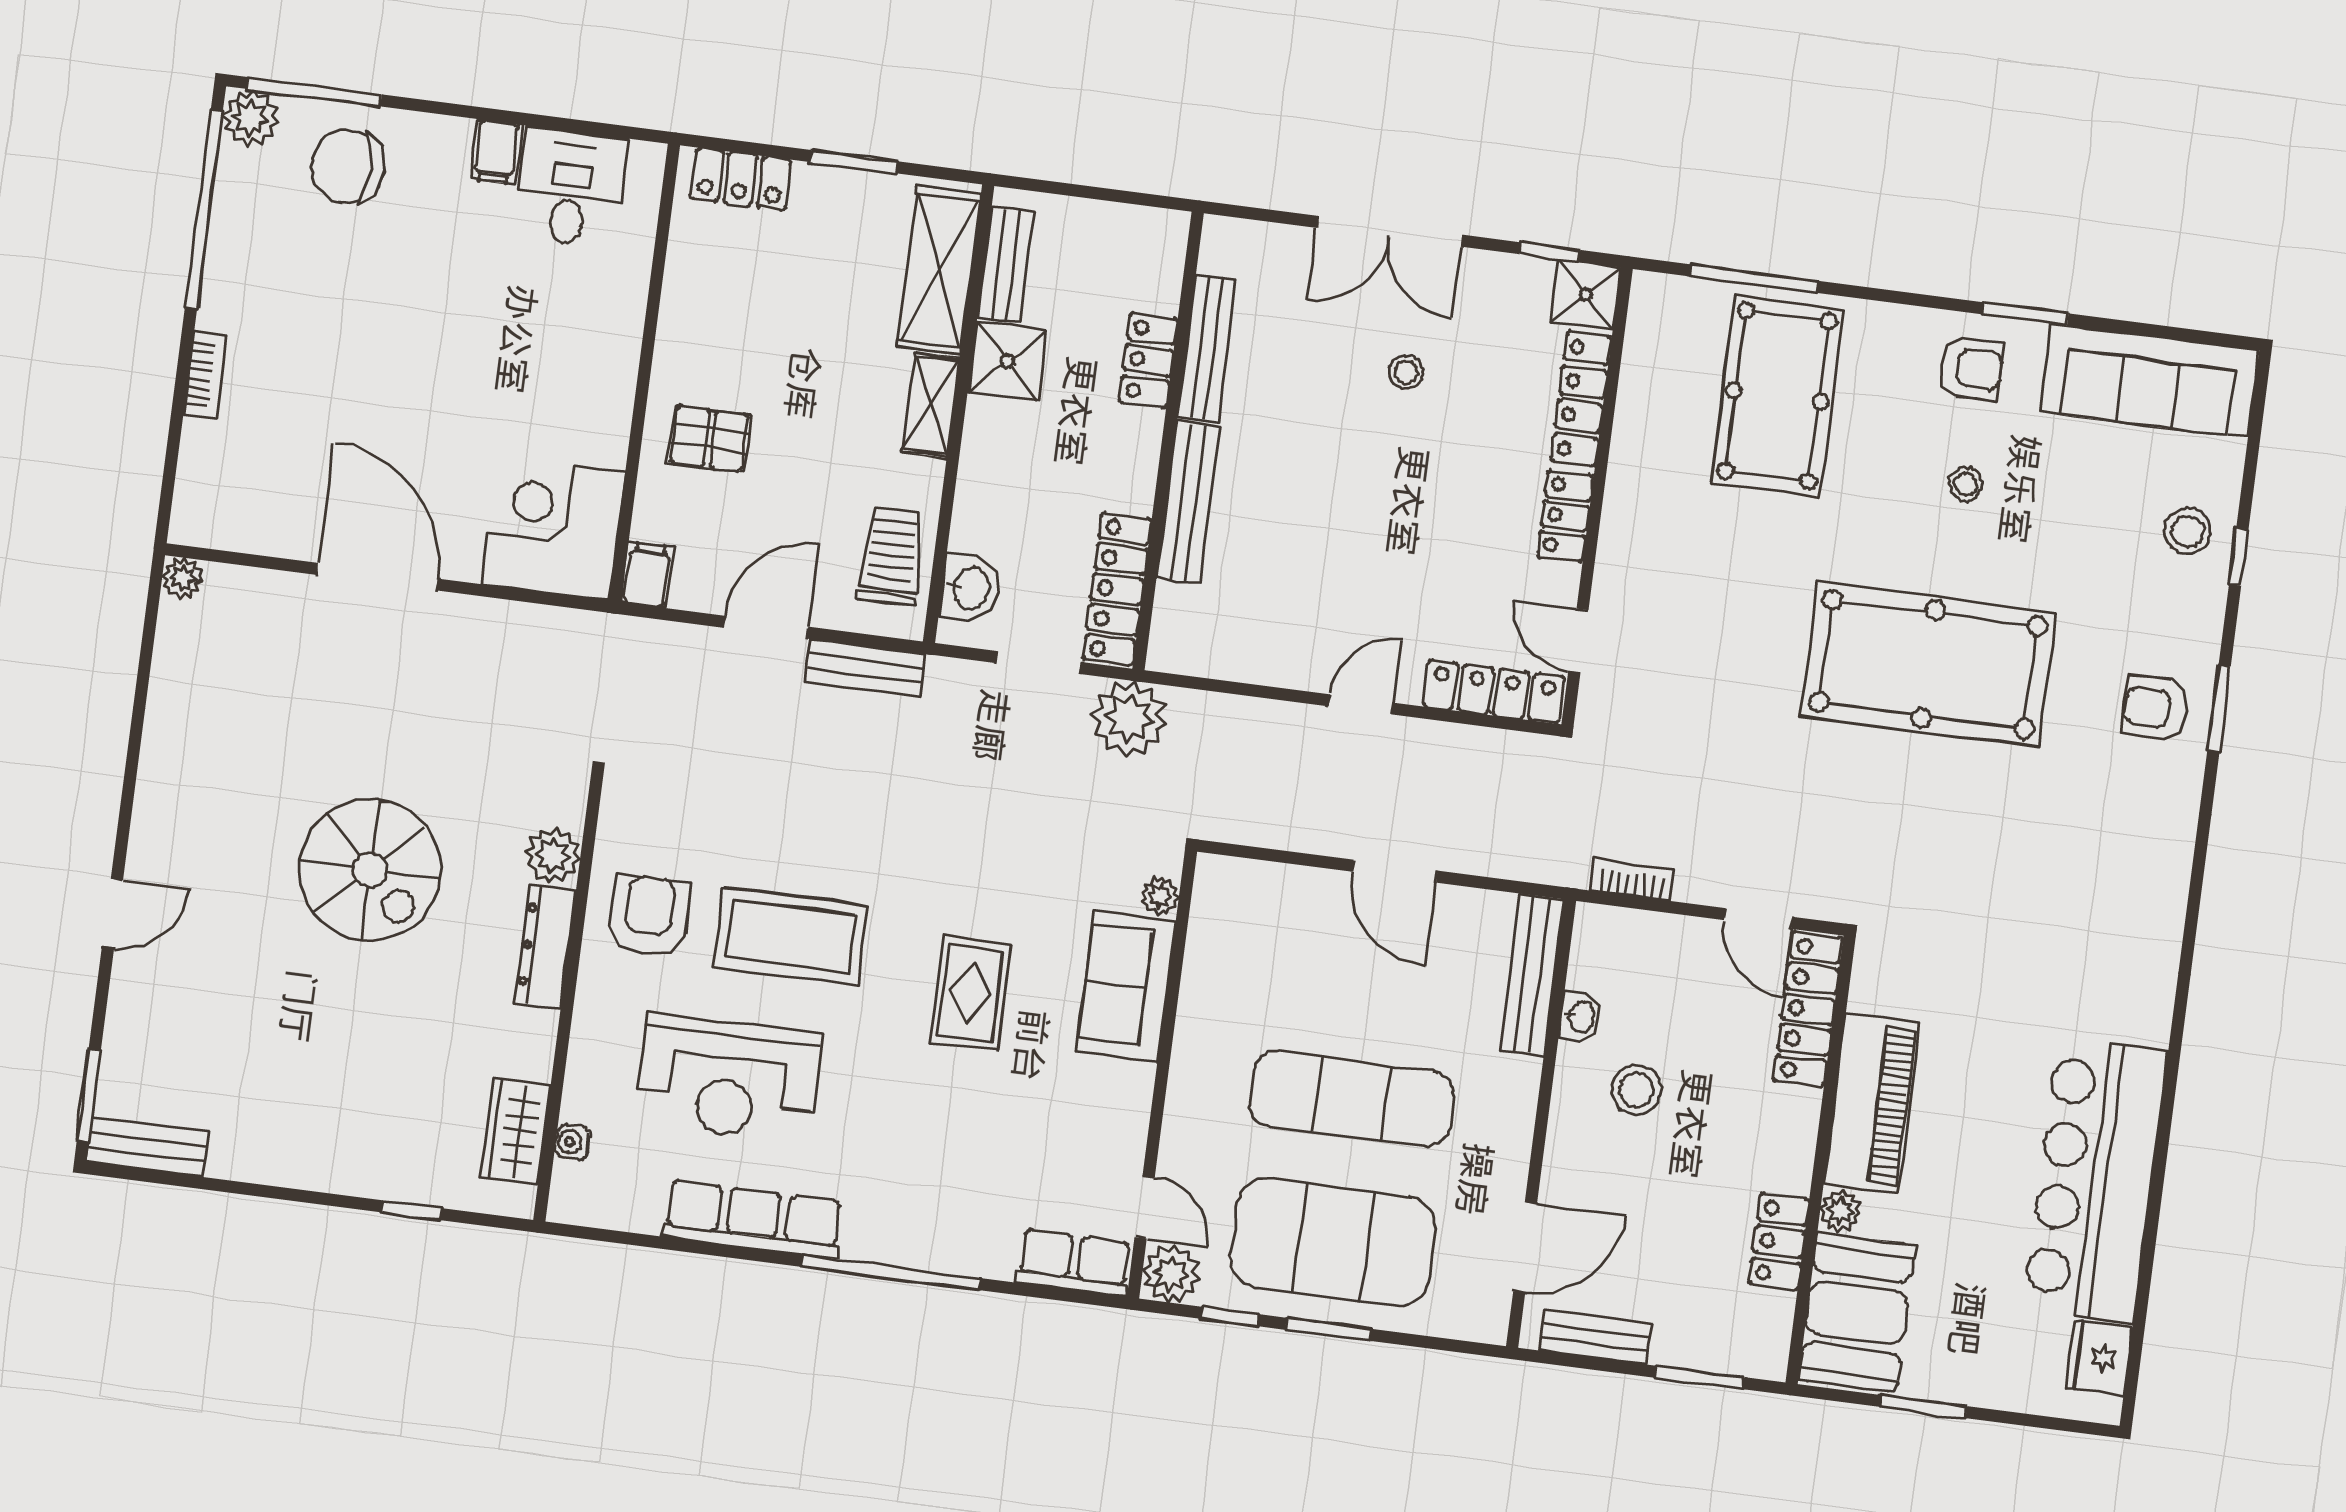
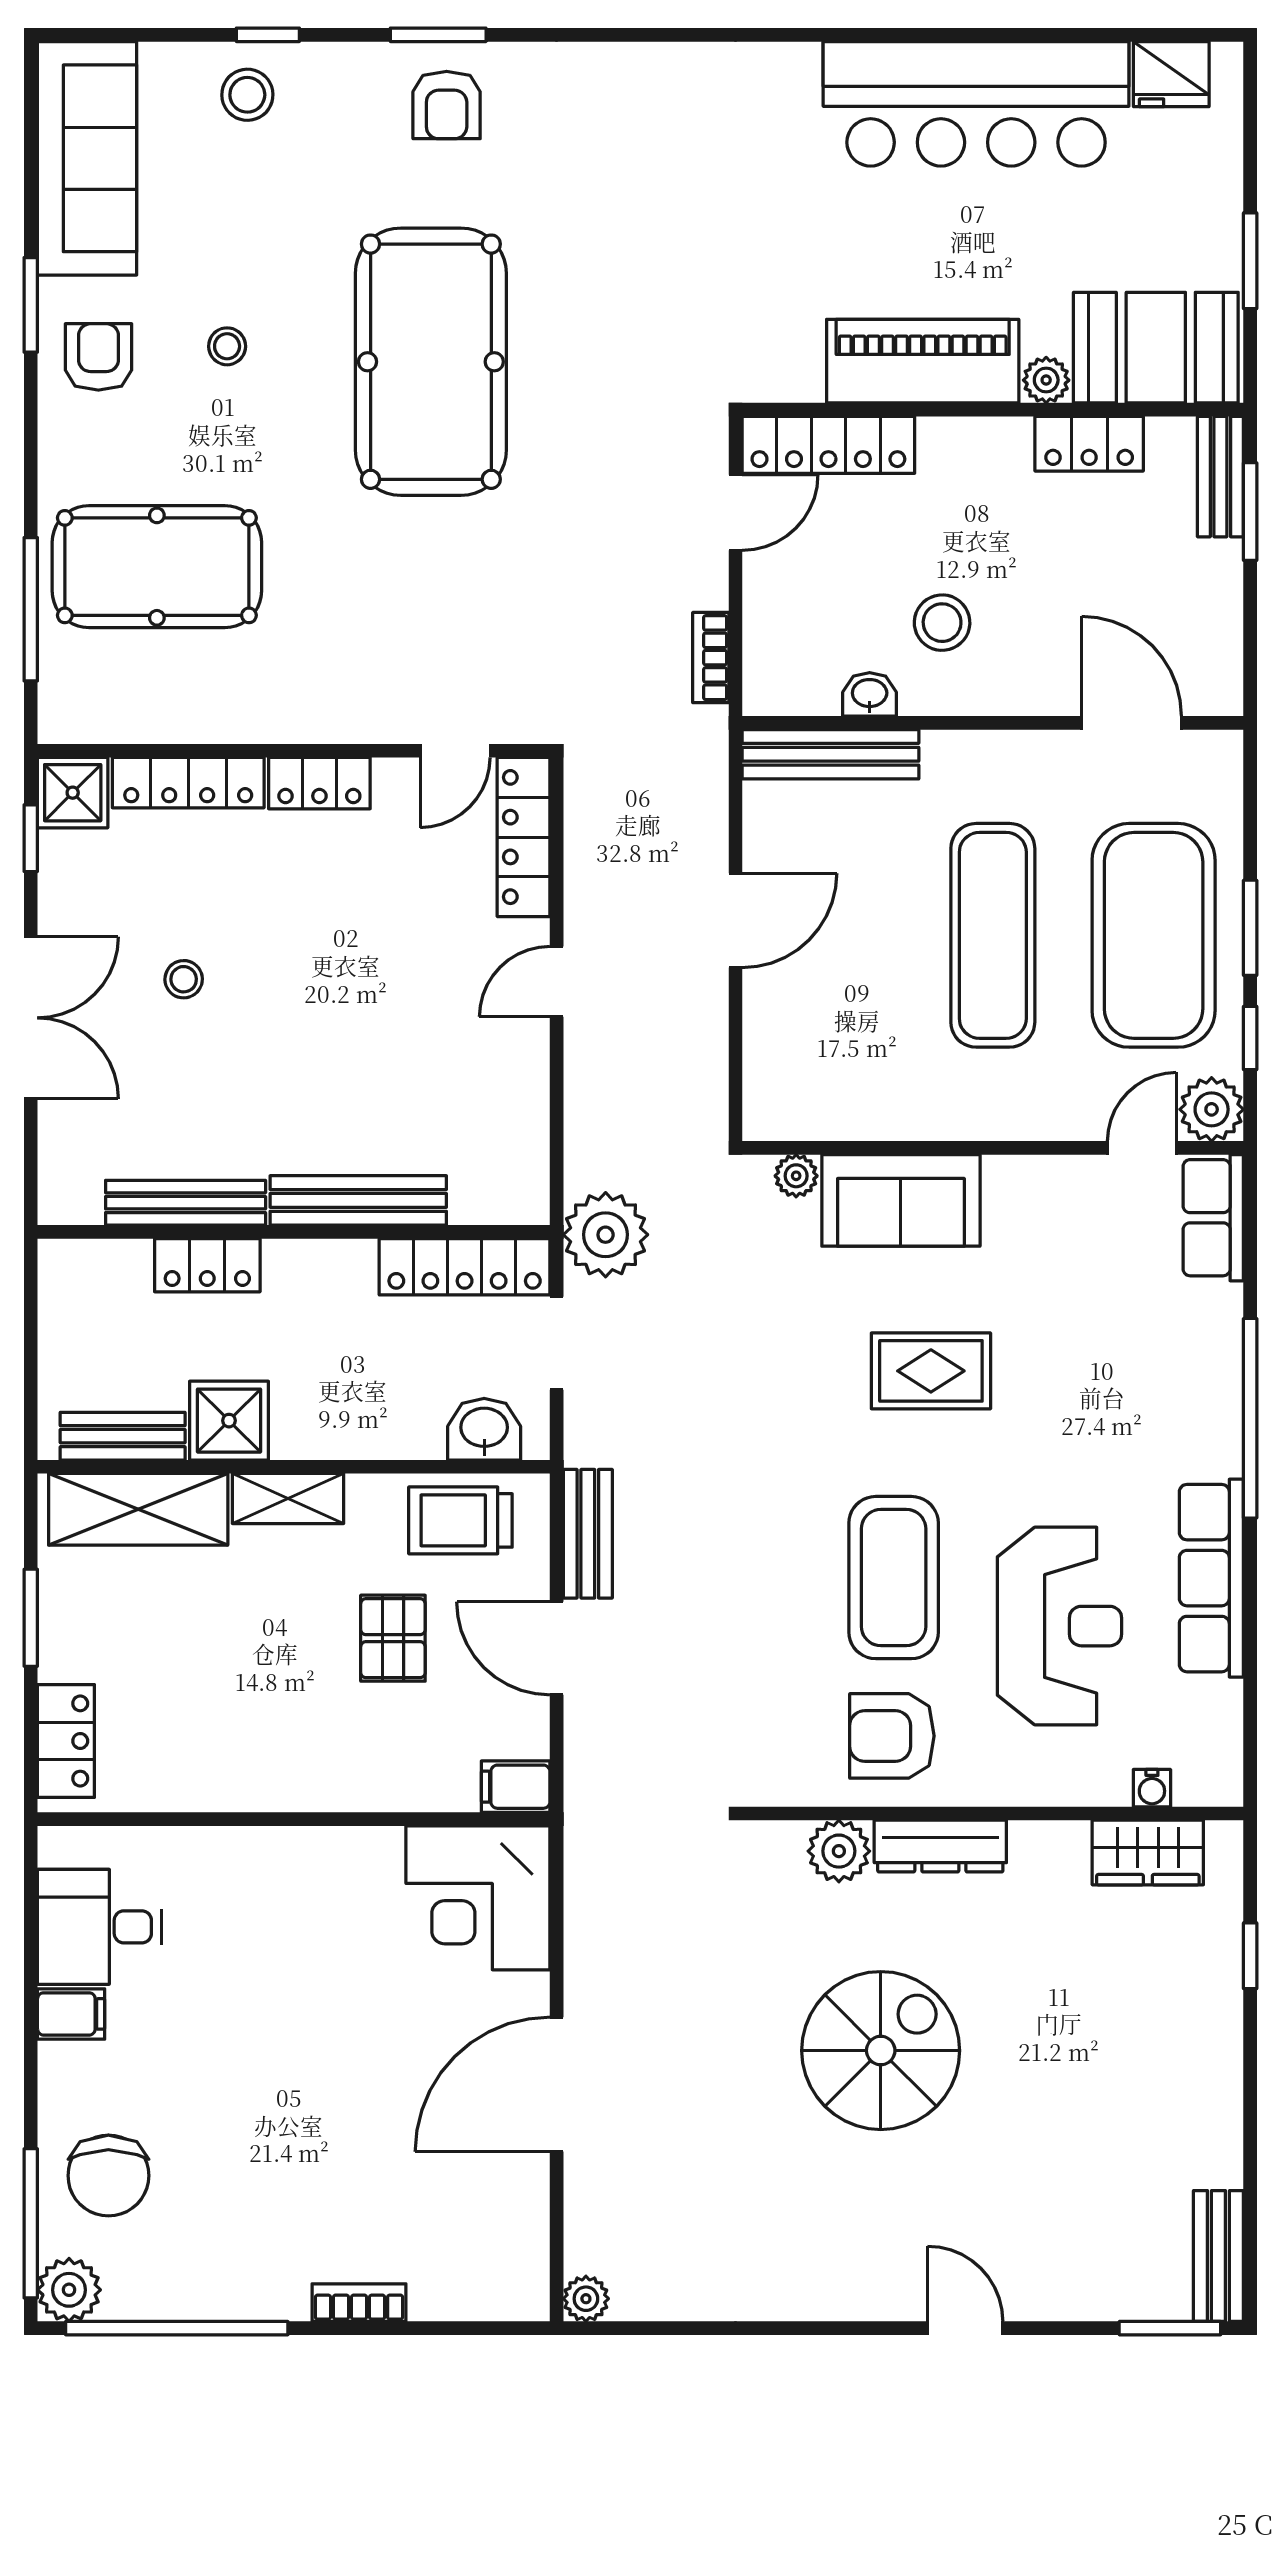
pallet: (710, 439) -> (393, 1638), moved
door: (1361, 704) -> (557, 982), hinge flipped
bench: (1596, 1337) -> (1220, 477), moved

